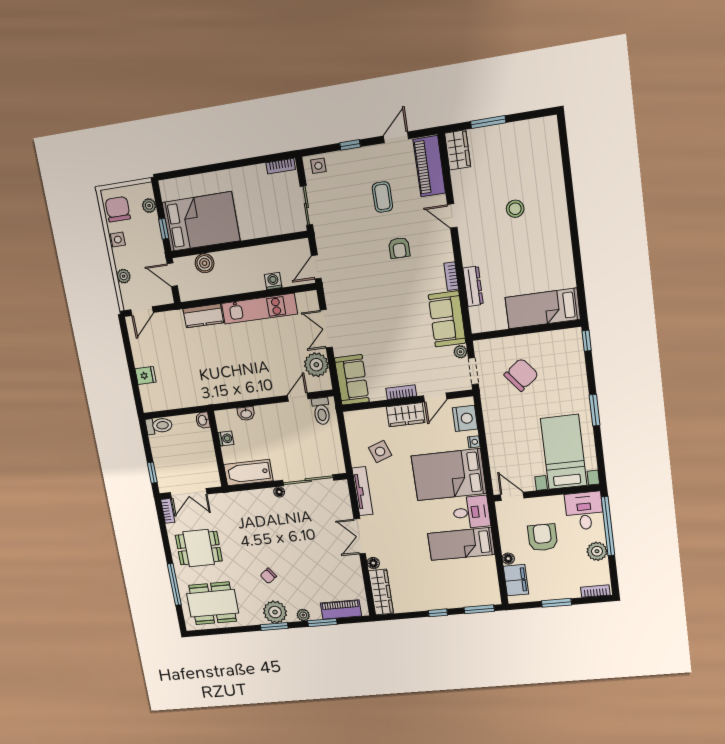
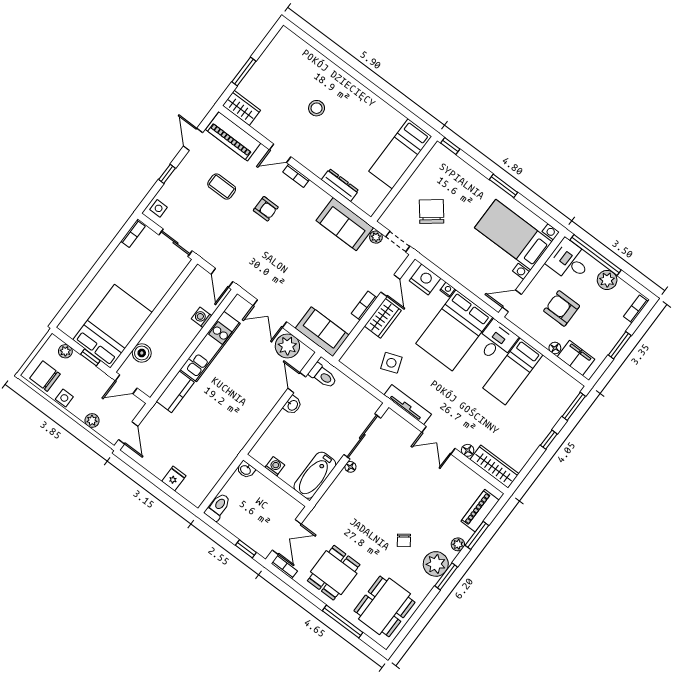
bookcase: (451, 276) -> (296, 176), moved
washbasin: (246, 414) -> (292, 405), moved

